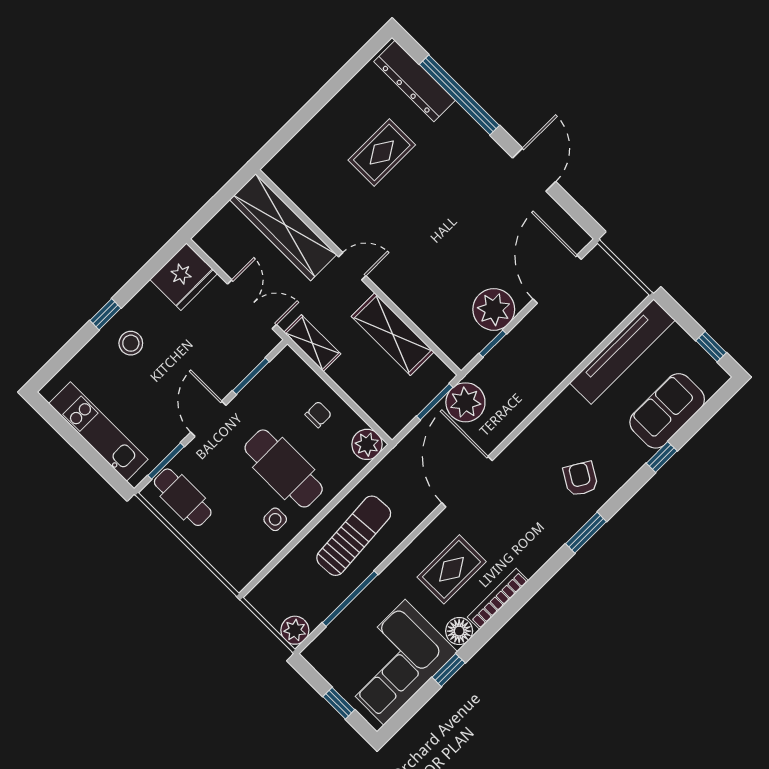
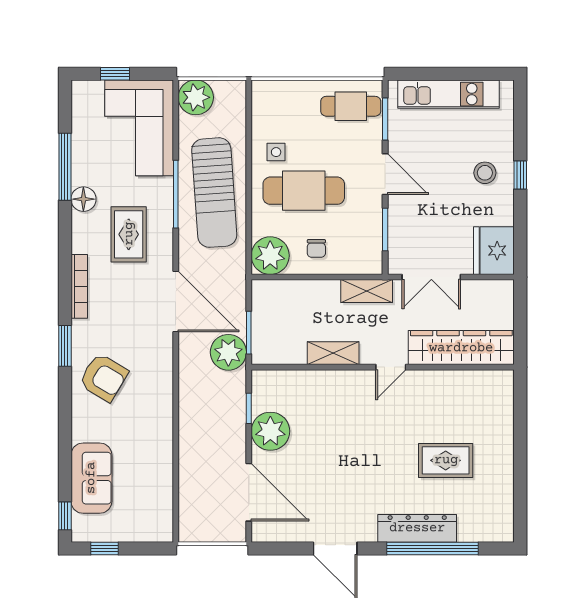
dresser: (415, 81) -> (417, 528), moved
rug: (382, 152) -> (446, 460), turned 90
shelving: (393, 334) -> (333, 353), width x0.67, depth x0.75
tv unit: (622, 352) -> (159, 488), removed
plant: (367, 444) -> (270, 256), width x1.36, depth x1.36
window: (662, 457) -> (65, 516), moved
armchair: (581, 479) -> (104, 377), width x1.38, depth x1.38
sun lounger: (354, 536) -> (214, 193), width x1.36, depth x1.34
window: (350, 599) -> (176, 194), moved
bookcase: (498, 599) -> (79, 286), moved
plant: (295, 630) -> (196, 97), width x1.36, depth x1.36
corner sofa: (394, 662) -> (139, 128), moved, turned 180
window: (449, 670) -> (65, 167), width x2.17

